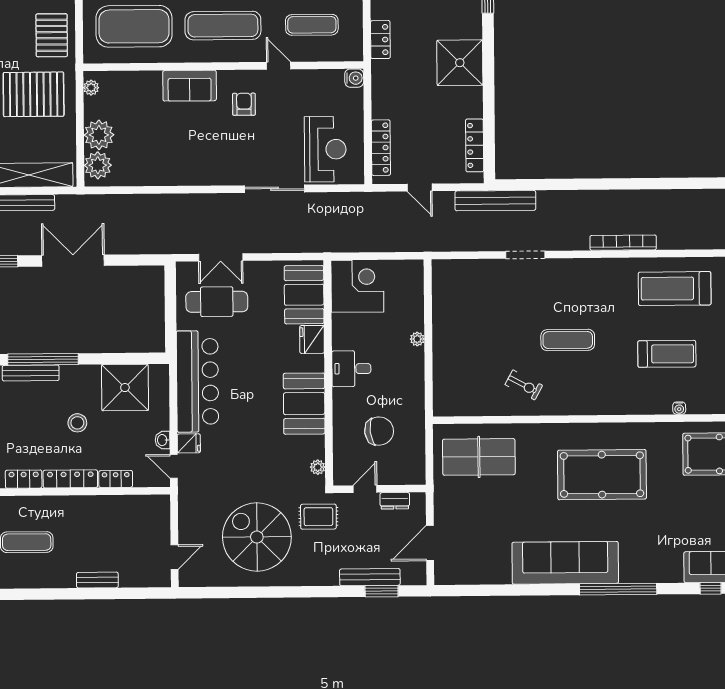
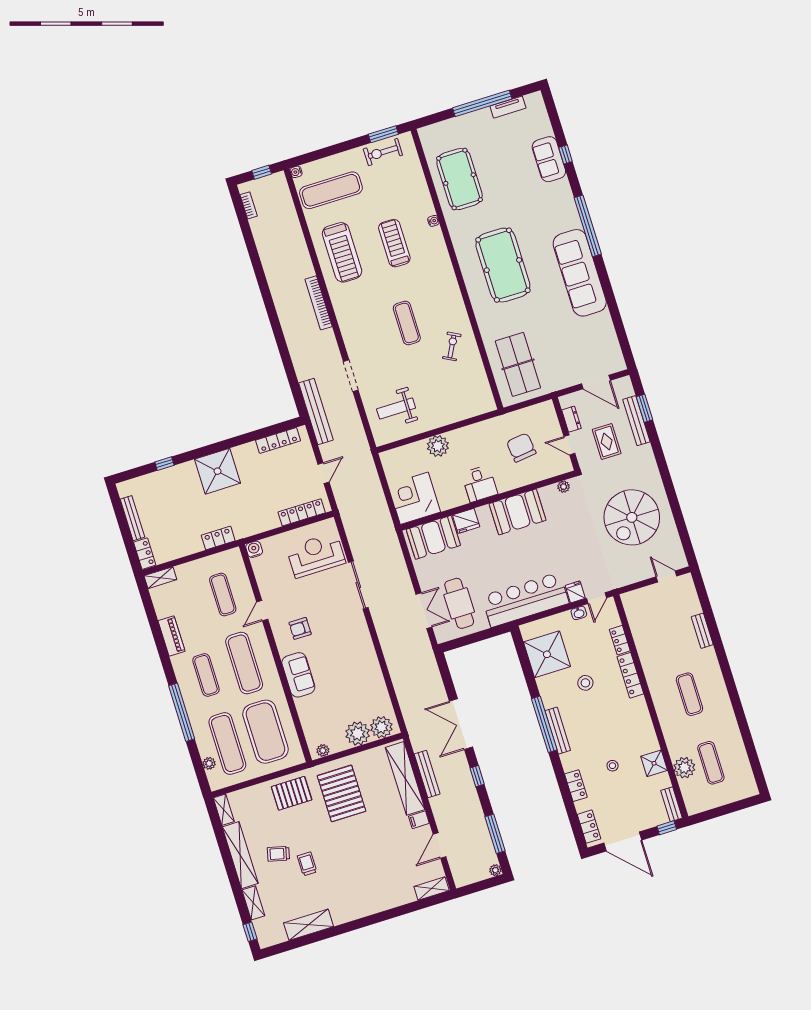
weight bench: (470, 297) -> (396, 408), added
plant: (417, 339) -> (438, 446), width x1.88, depth x1.88
locker: (24, 479) -> (641, 711), removed
rug: (318, 517) -> (607, 441), moved

